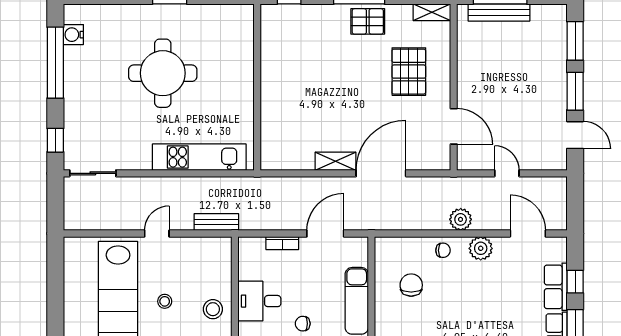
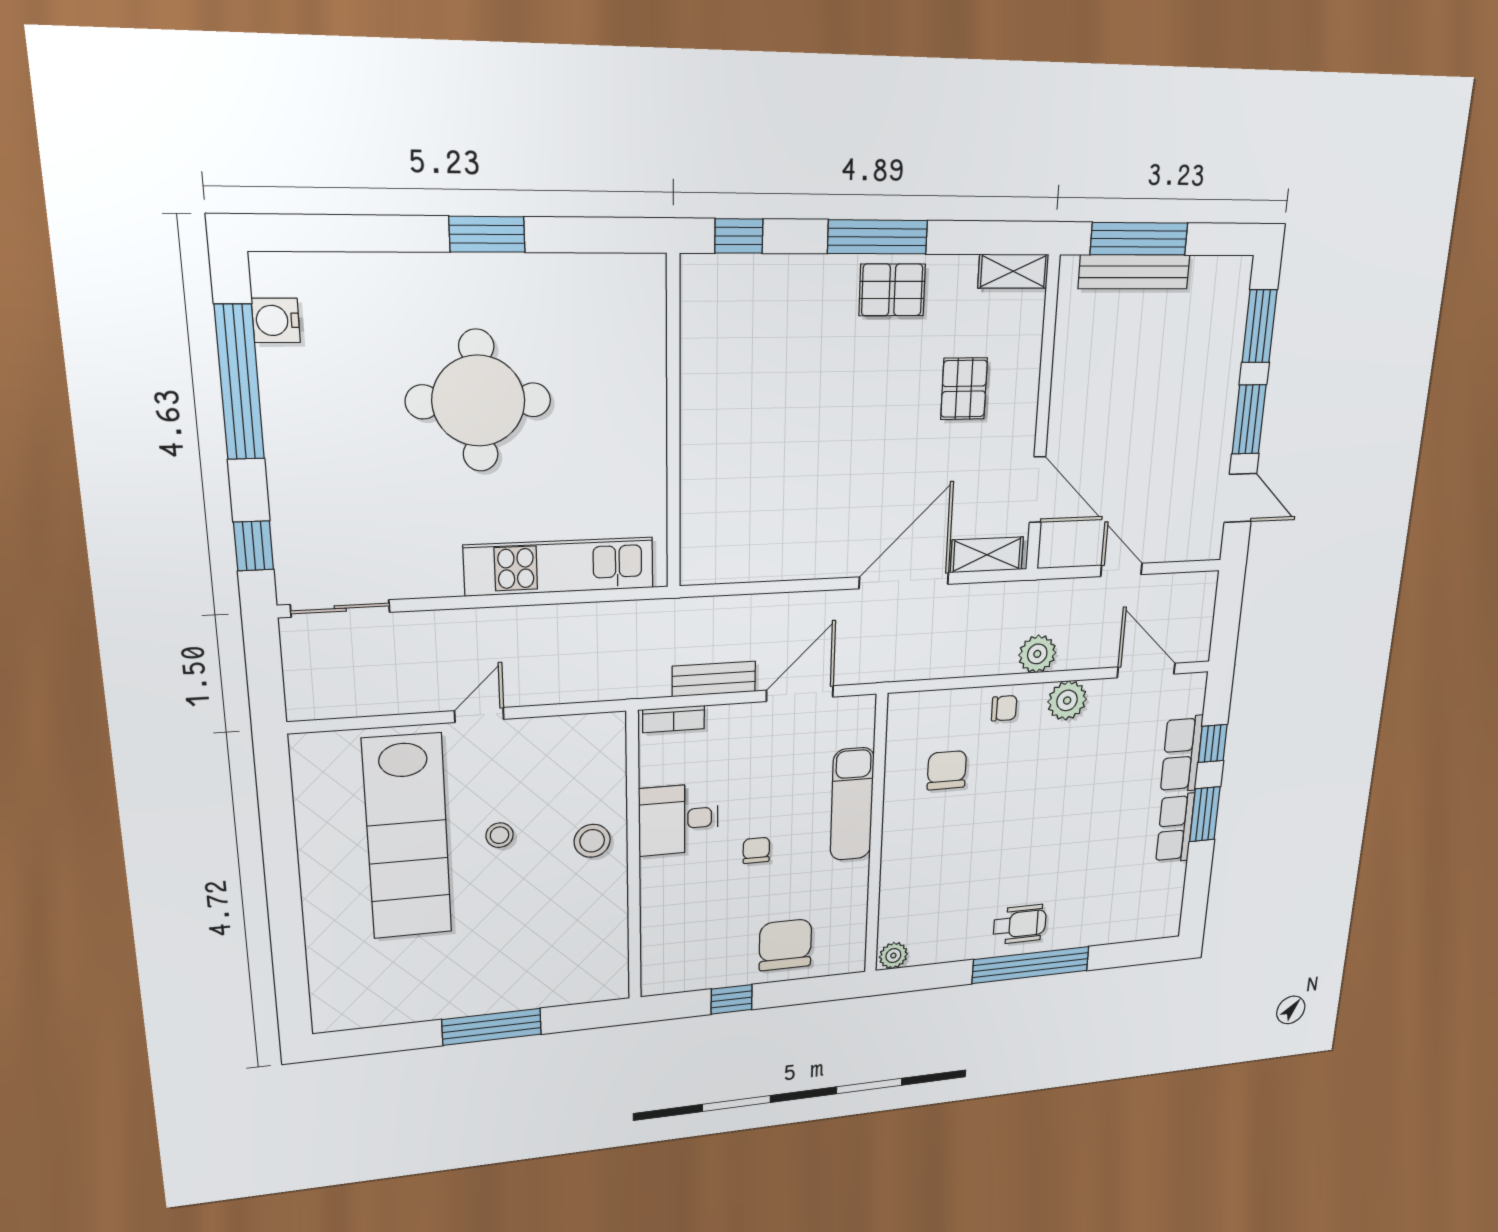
pallet: (409, 72) -> (964, 389), width x0.67, depth x0.71
shelving: (336, 161) -> (987, 555), moved
bench: (216, 222) -> (714, 679), moved
bookcase: (282, 243) -> (674, 719), moved
chair: (303, 324) -> (756, 850), turned 90

